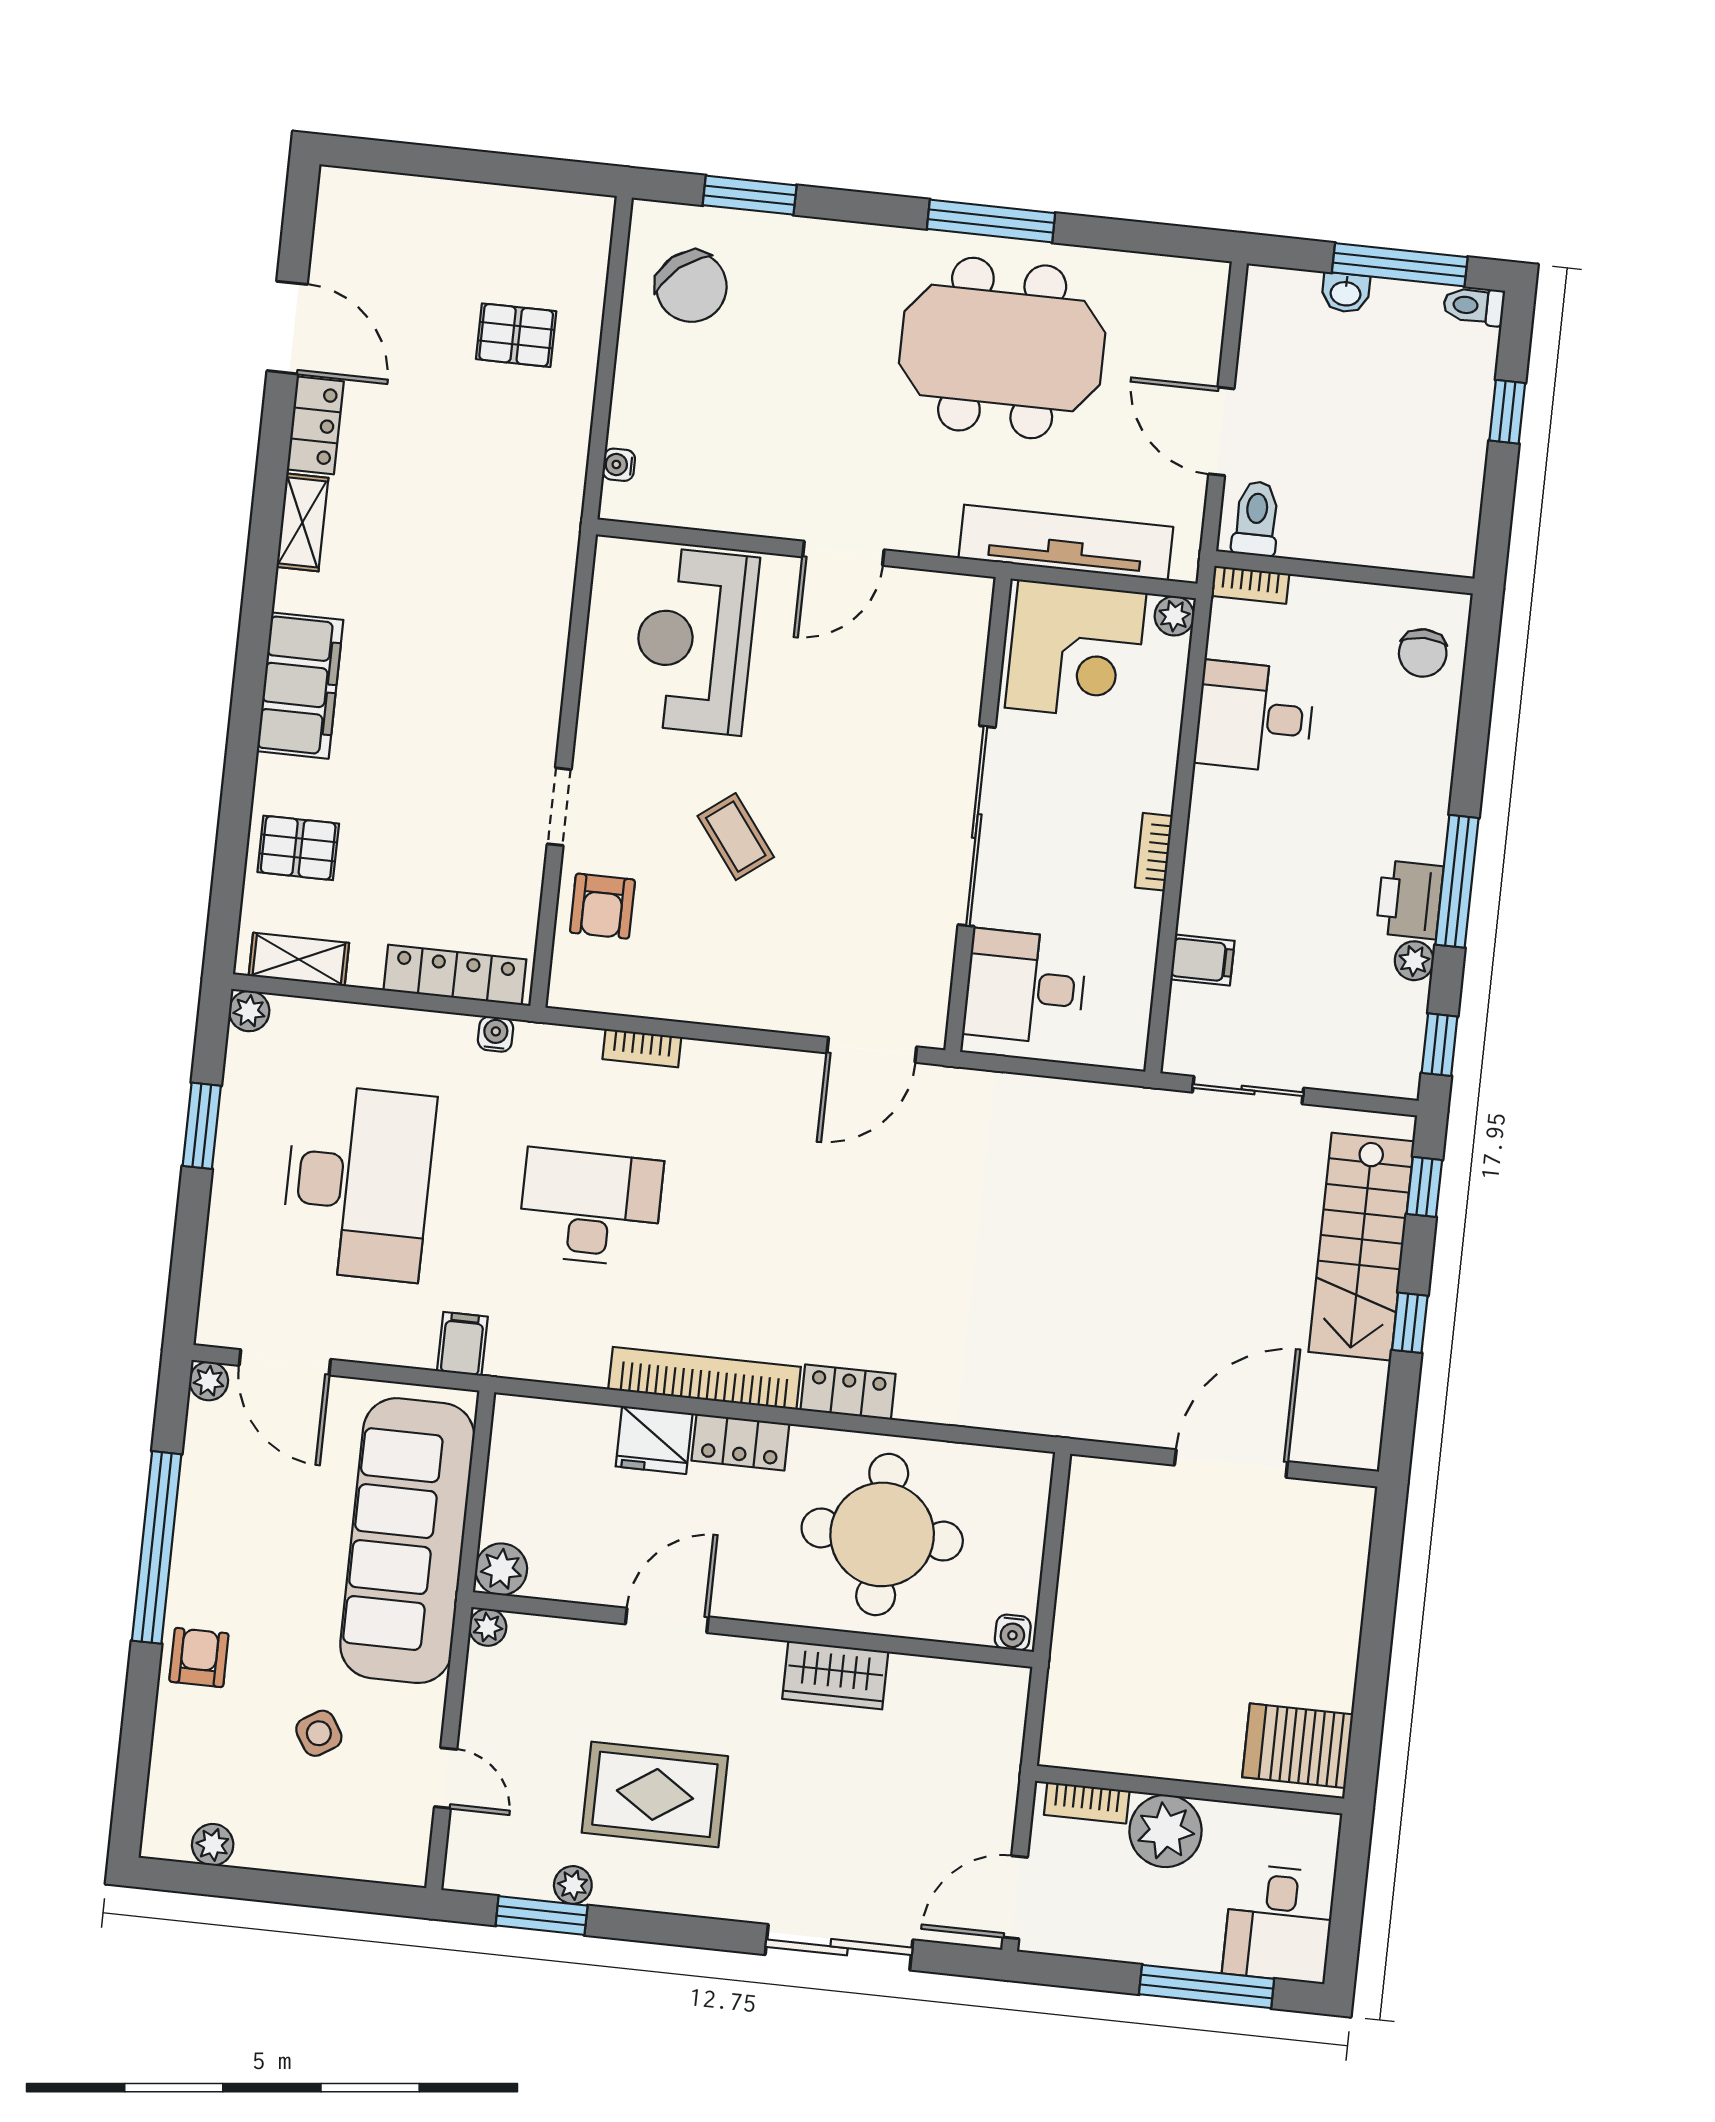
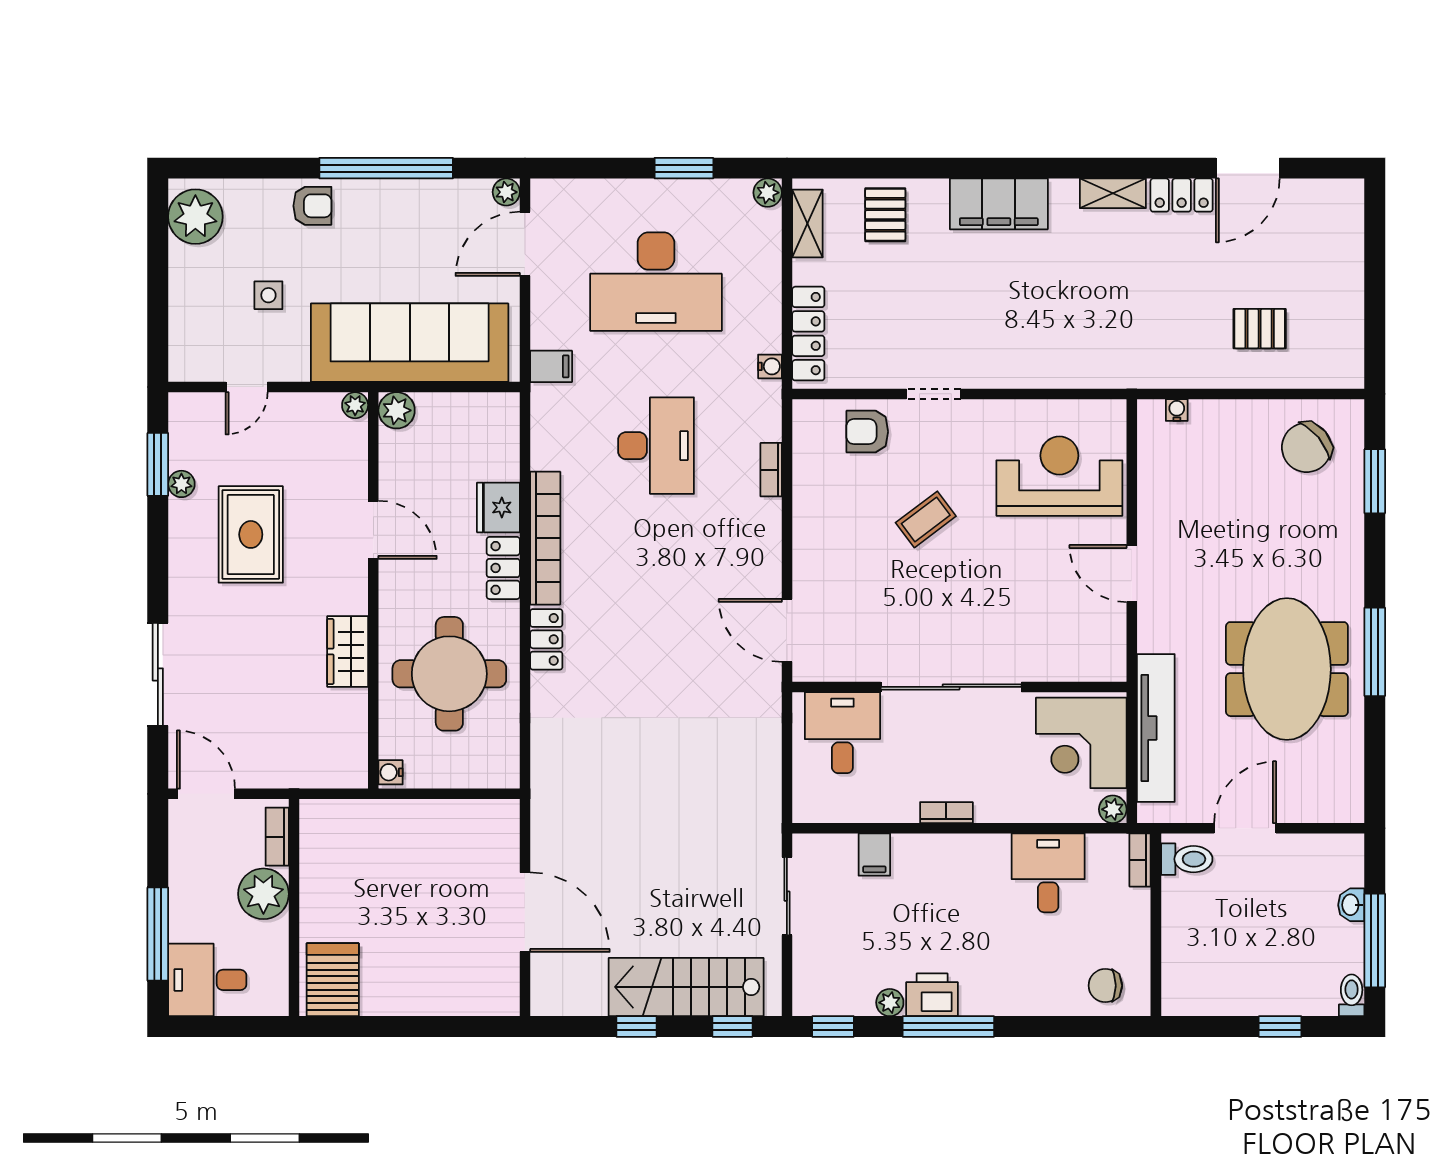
pallet: (516, 335) -> (1260, 329), turned 90
side table: (319, 1733) -> (268, 295), turned 32
plant: (213, 1845) -> (195, 217), width x1.88, depth x1.88

